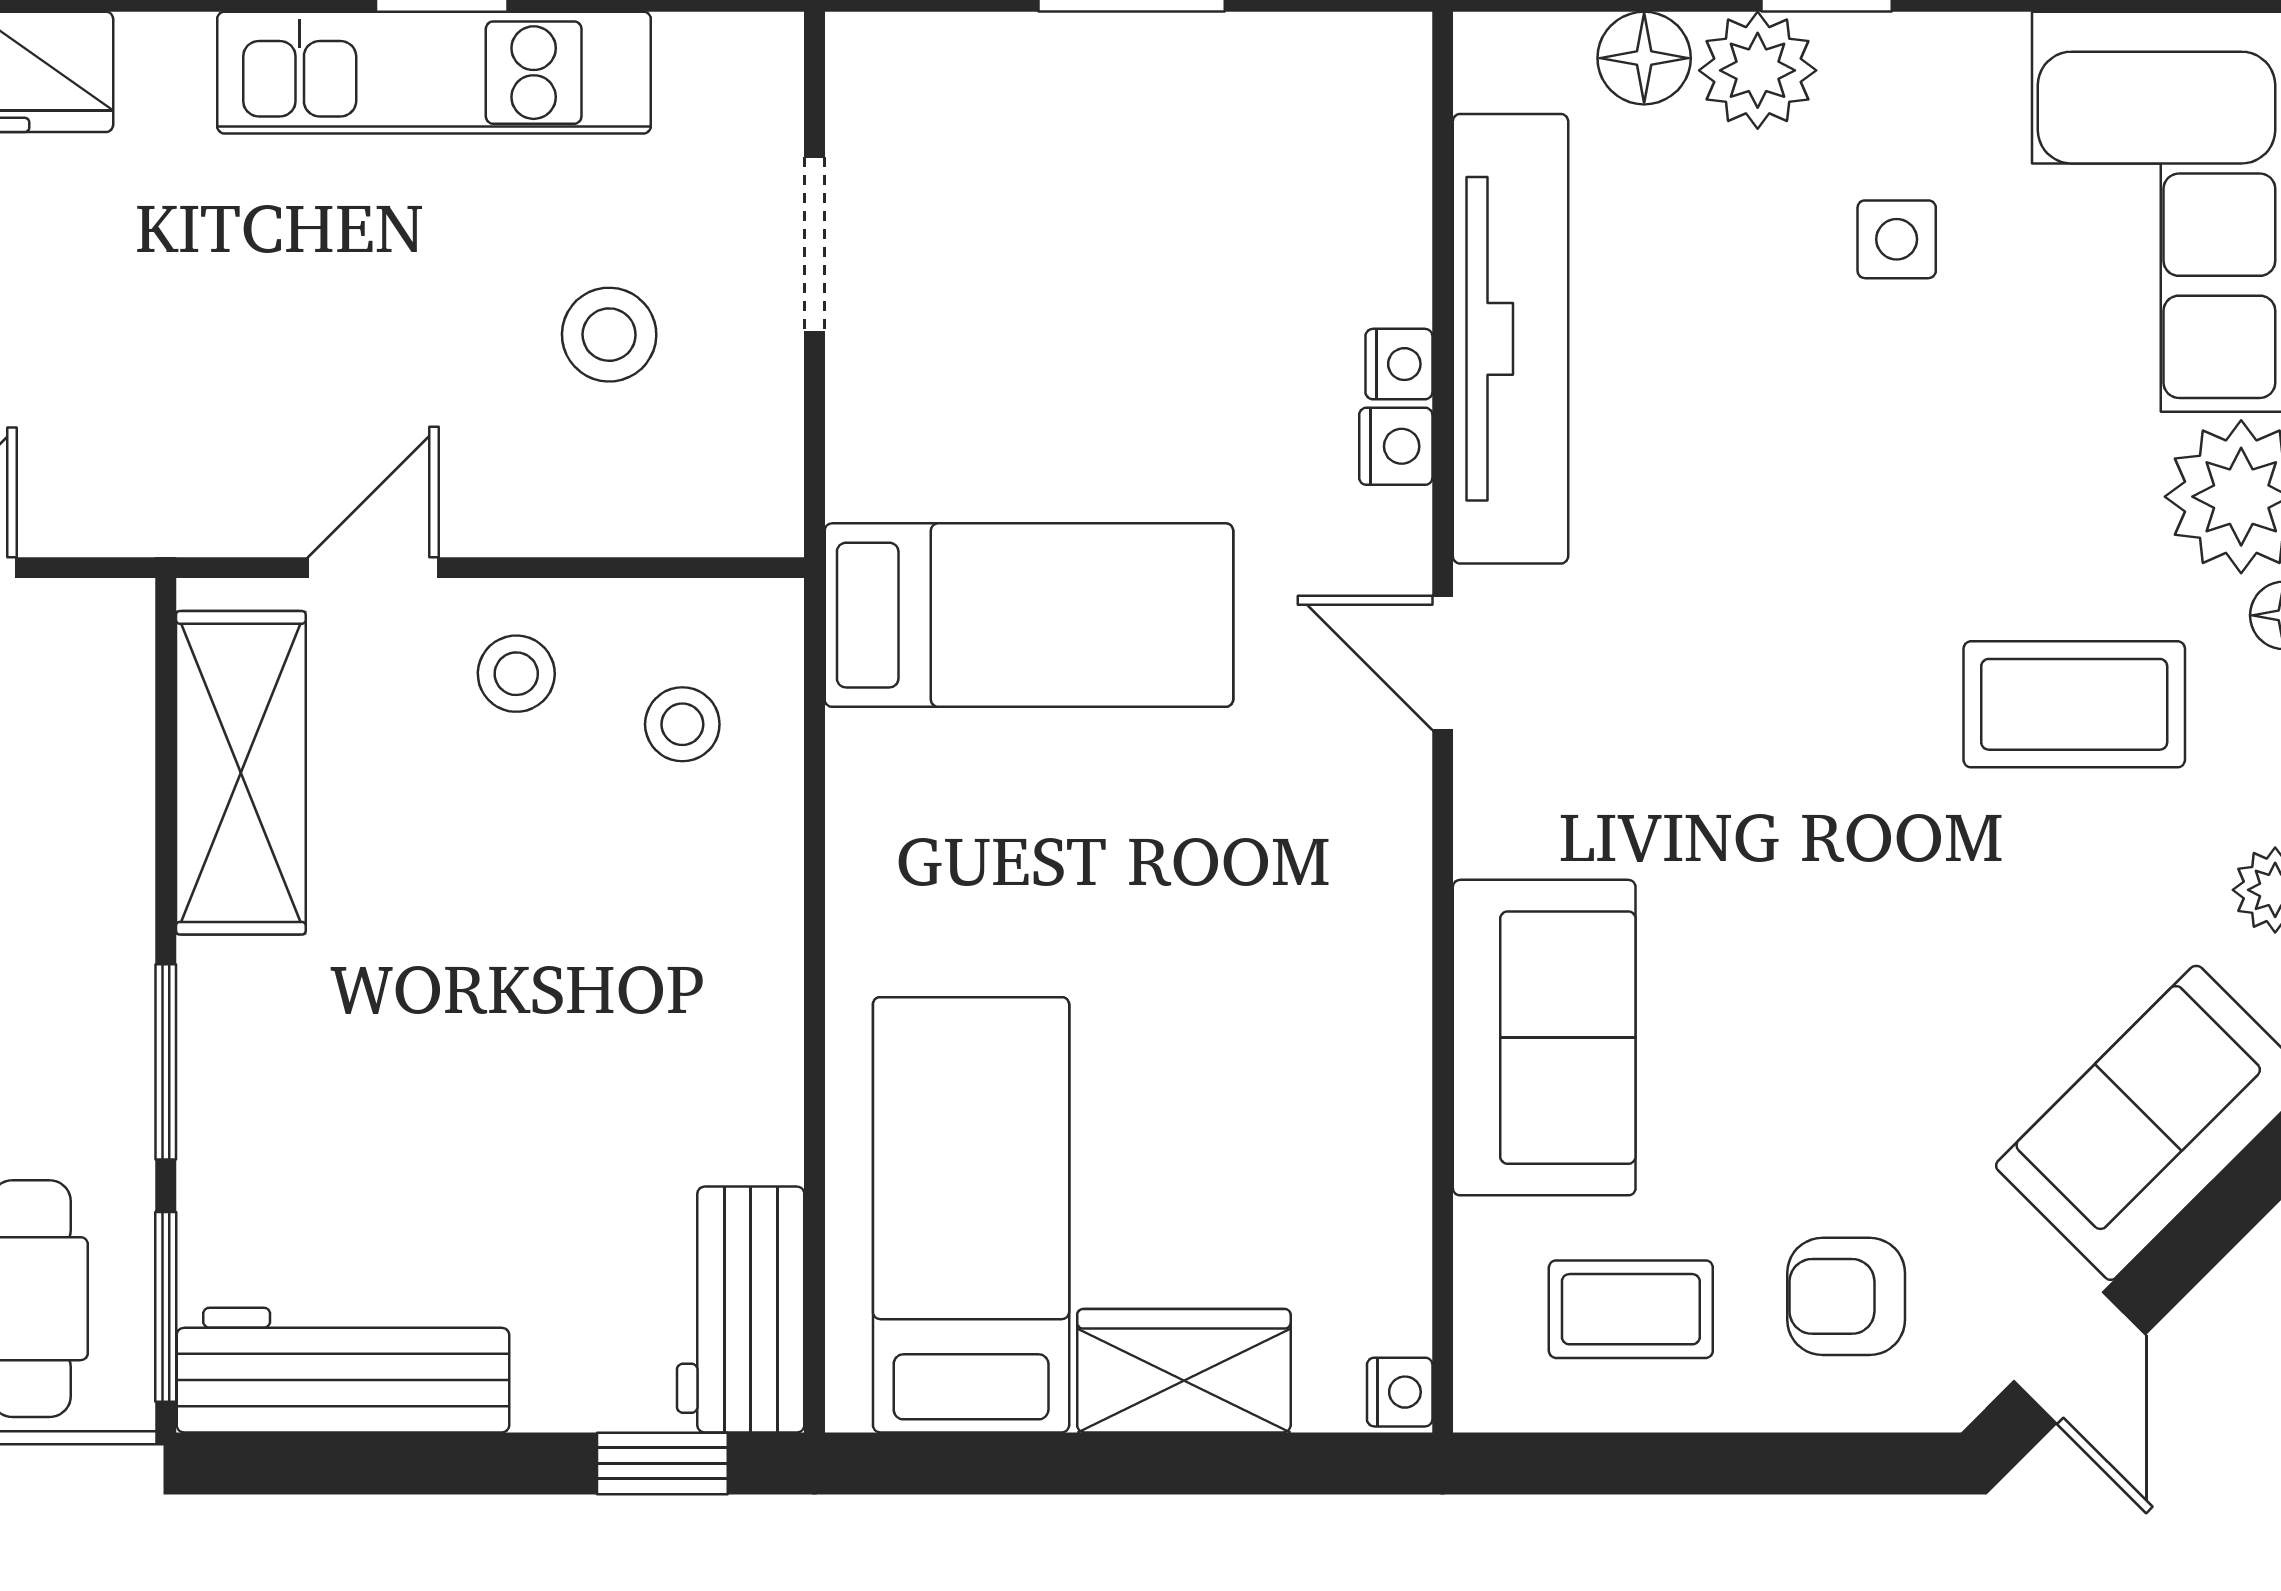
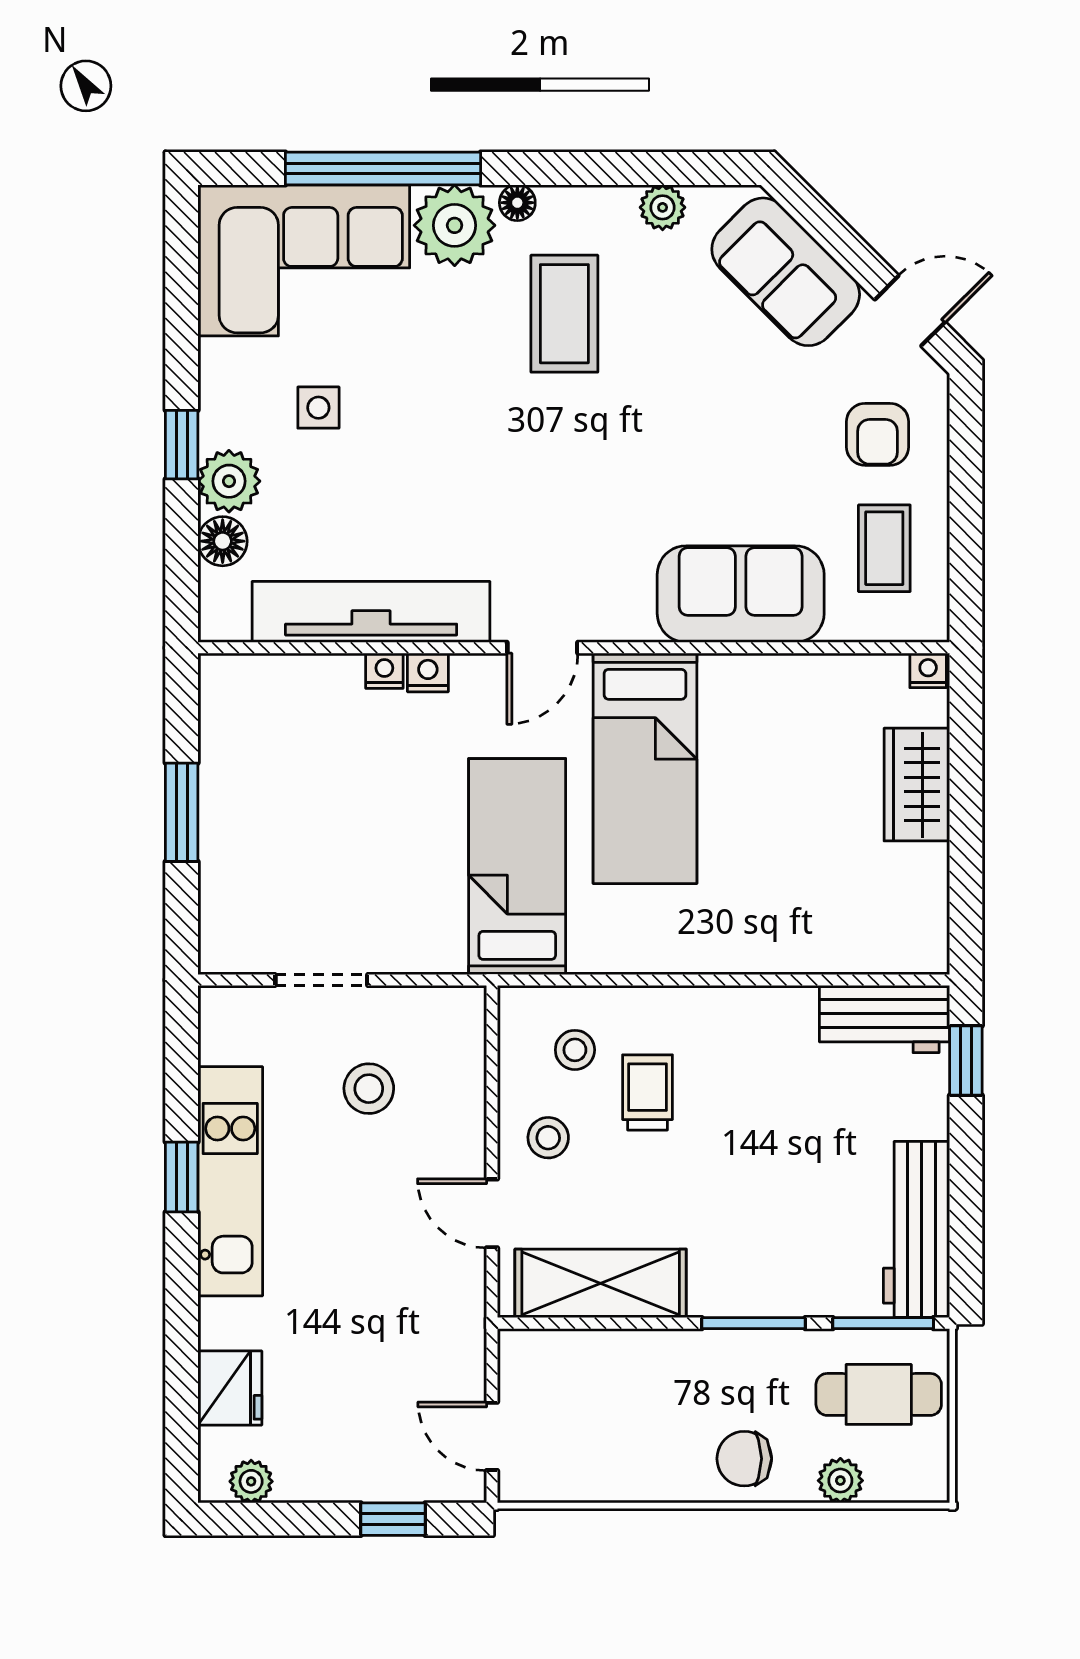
trolley: (602, 862) -> (648, 1092), added
bed: (971, 1215) -> (645, 768), moved, turned -90

